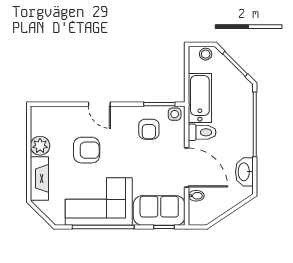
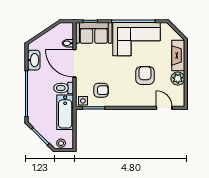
door: (99, 104) -> (164, 108), moved
armchair: (149, 129) -> (101, 90), turned 90
armchair: (87, 150) -> (145, 75), turned 90

